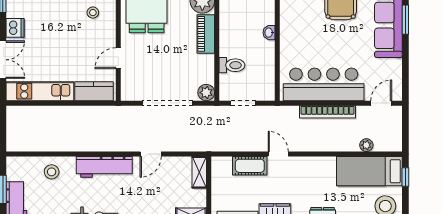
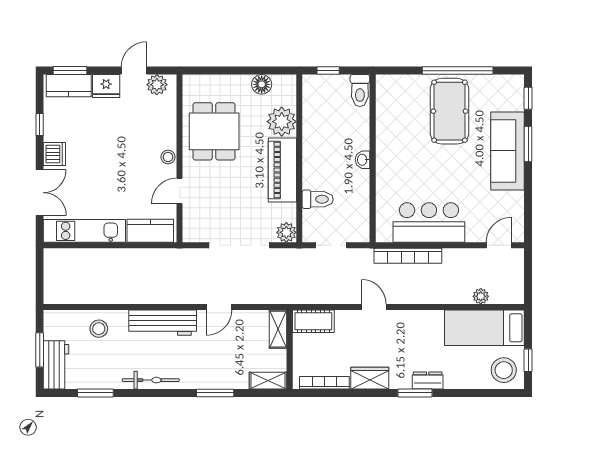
stool: (93, 13) -> (168, 157), moved
piano: (206, 34) -> (282, 170), width x1.37, depth x1.33
bar counter: (324, 84) -> (429, 223), width x0.73
bookcase: (328, 112) -> (408, 256), moved
cot: (250, 166) -> (313, 321), moved
window: (405, 177) -> (528, 360), moved

